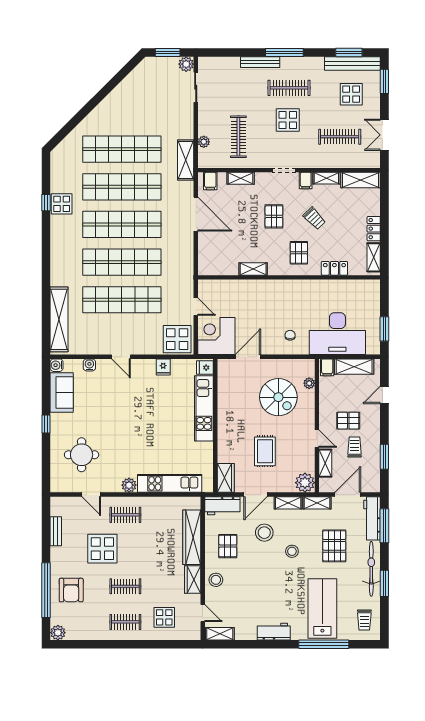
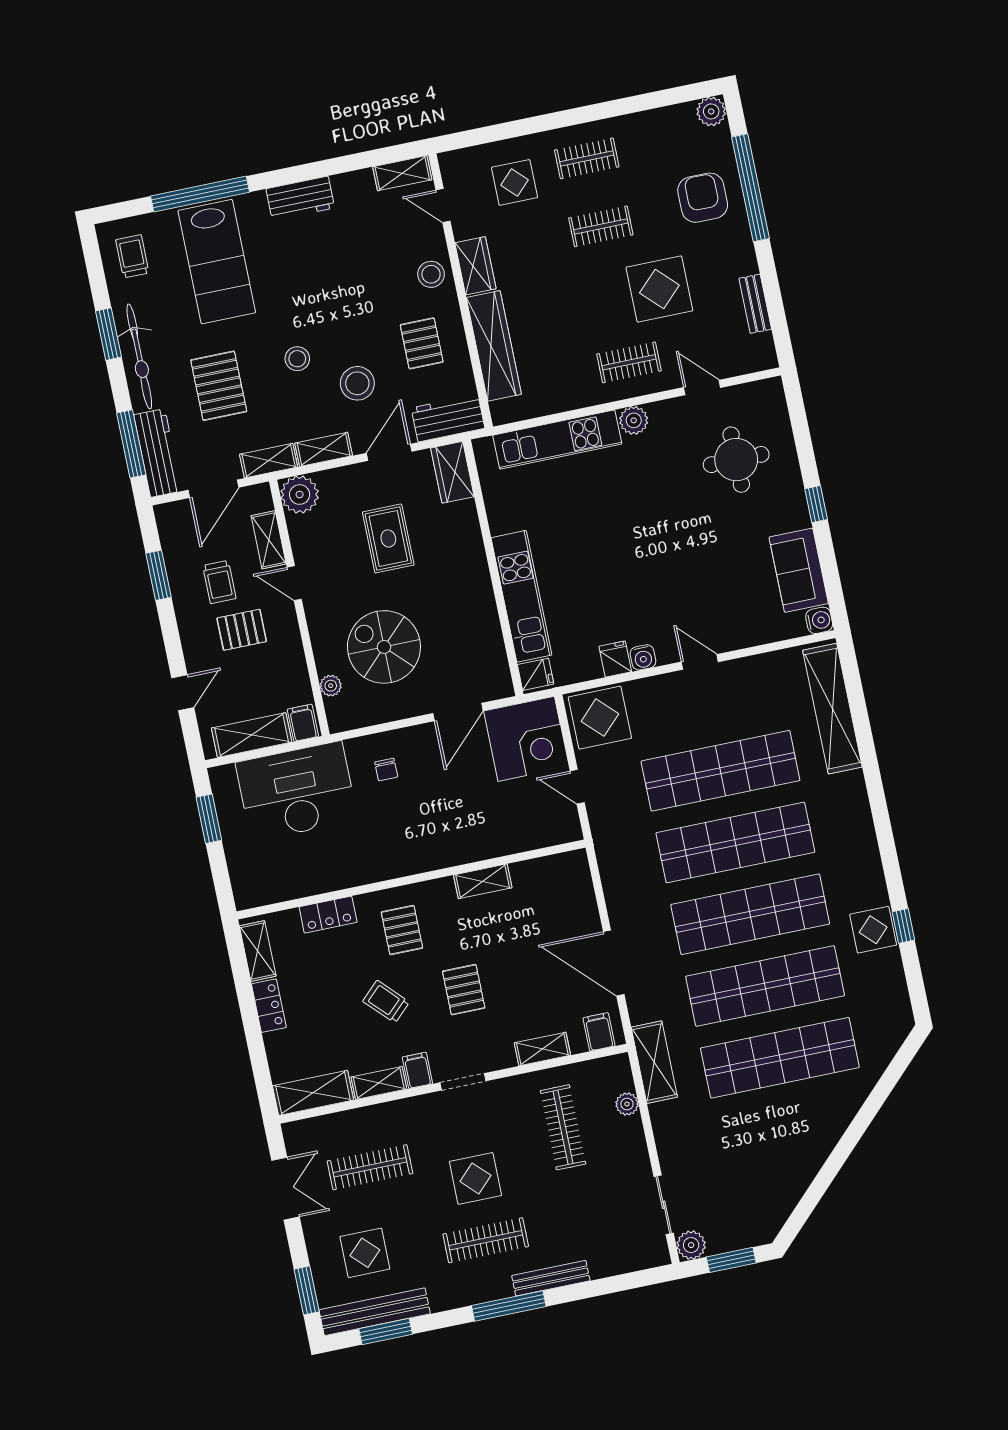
water cooler: (89, 365) -> (643, 657), moved

